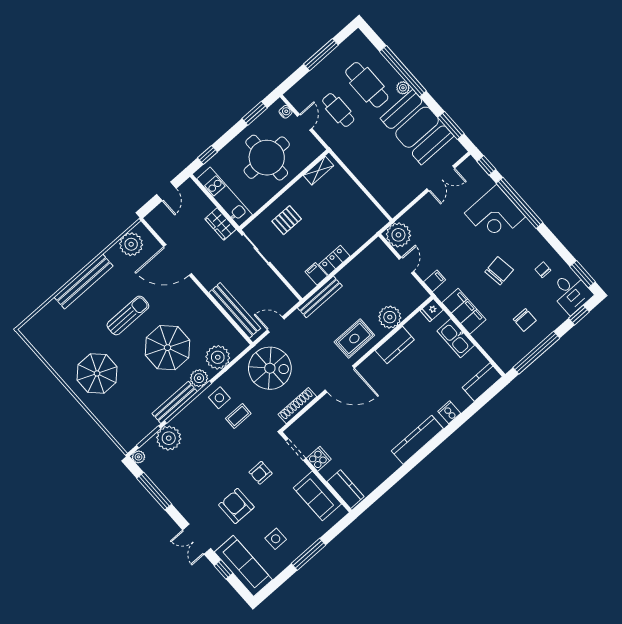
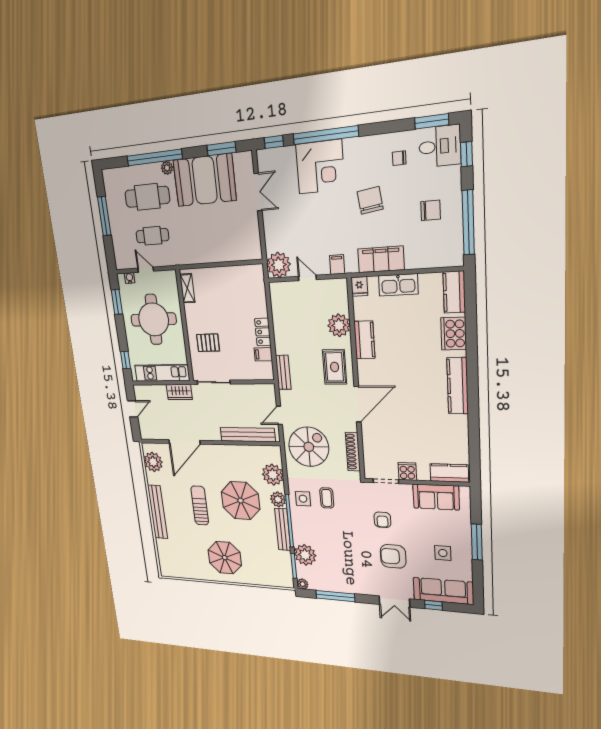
door: (166, 191) -> (133, 409), hinge flipped
pallet: (287, 220) -> (208, 343), turned 90
bench: (320, 297) -> (283, 372), width x0.73
cooker: (449, 412) -> (454, 334), width x1.87, depth x1.31

